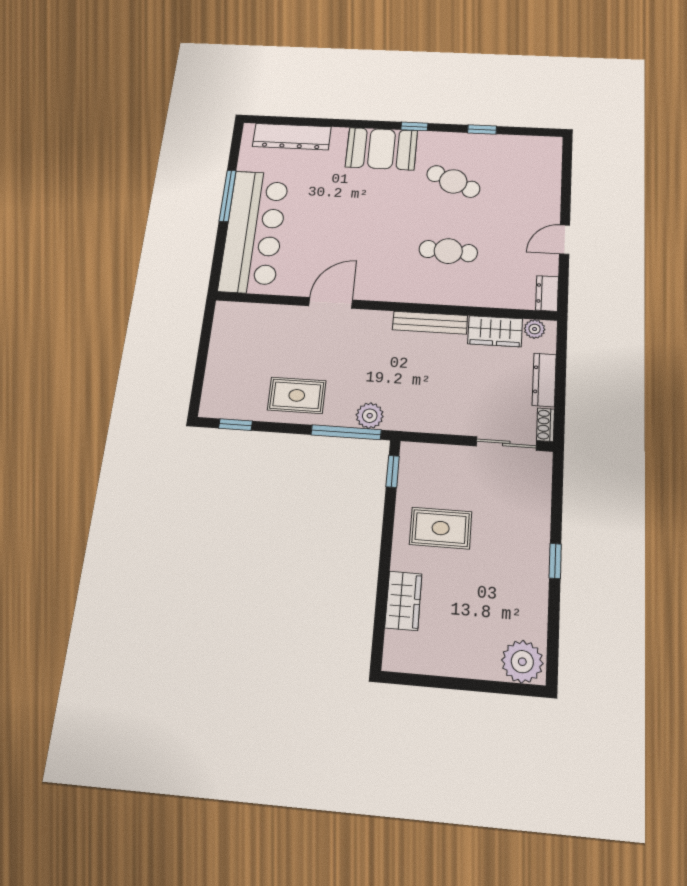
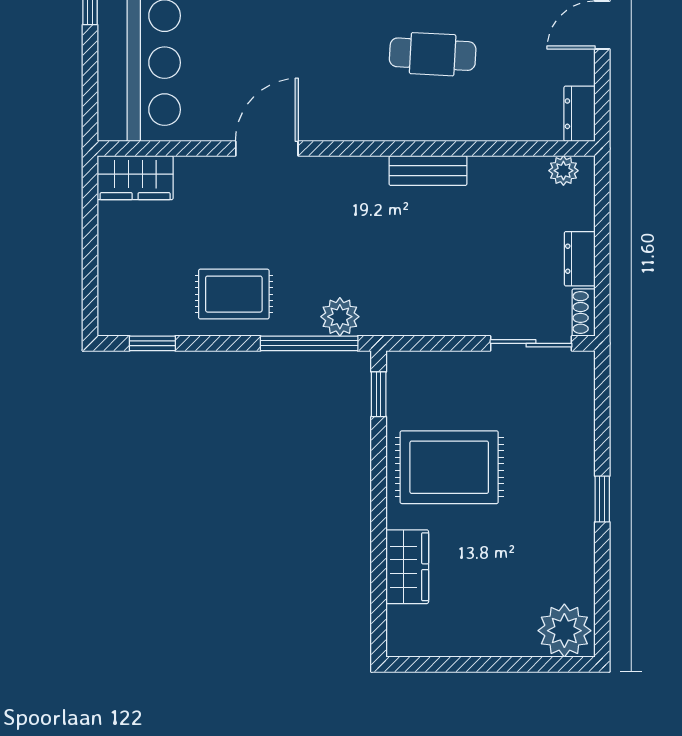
bench: (430, 323) -> (428, 171), width x0.73
wardrobe: (495, 331) -> (135, 178), moved
dresser: (544, 380) -> (580, 259), width x0.70
rug: (441, 528) -> (449, 467), width x1.36, depth x1.43

